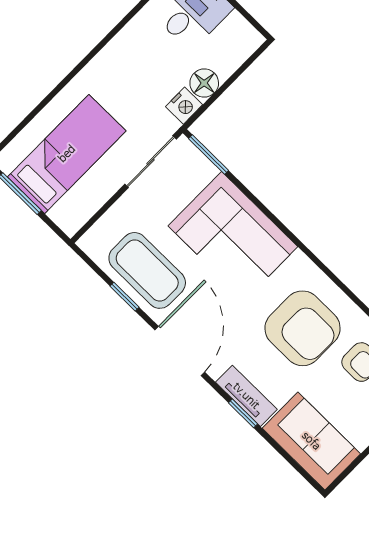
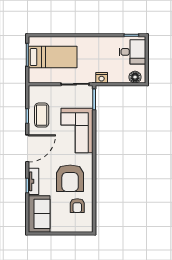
floor lamp: (204, 83) -> (135, 77), moved
coffee table: (147, 270) -> (42, 115), width x0.73, depth x0.76

